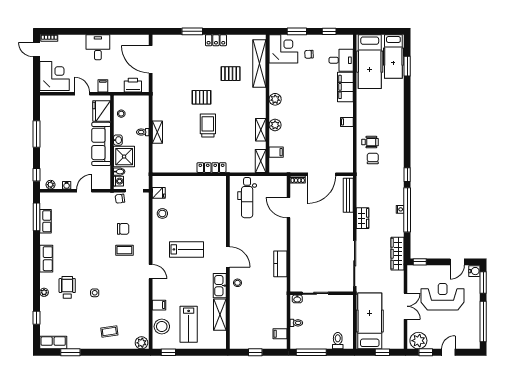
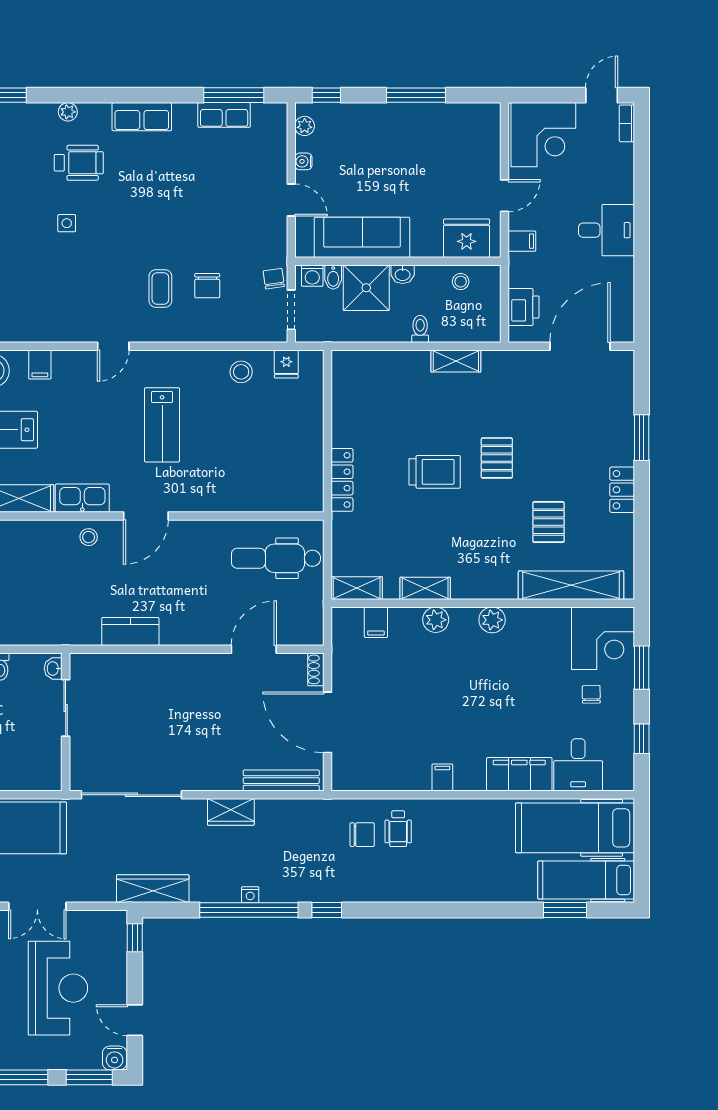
shelving: (157, 132) -> (456, 361), moved
sofa: (101, 144) -> (362, 237), moved

